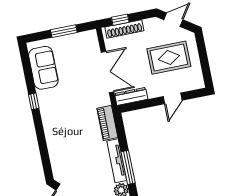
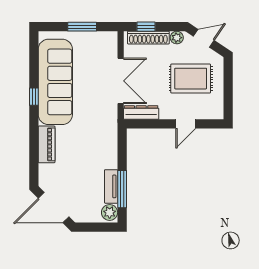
plant: (149, 24) -> (177, 38), added
sofa: (43, 68) -> (55, 82), width x1.85, depth x1.27
piano: (107, 123) -> (47, 144), moved, turned 180
tv unit: (117, 161) -> (111, 186), width x0.71

